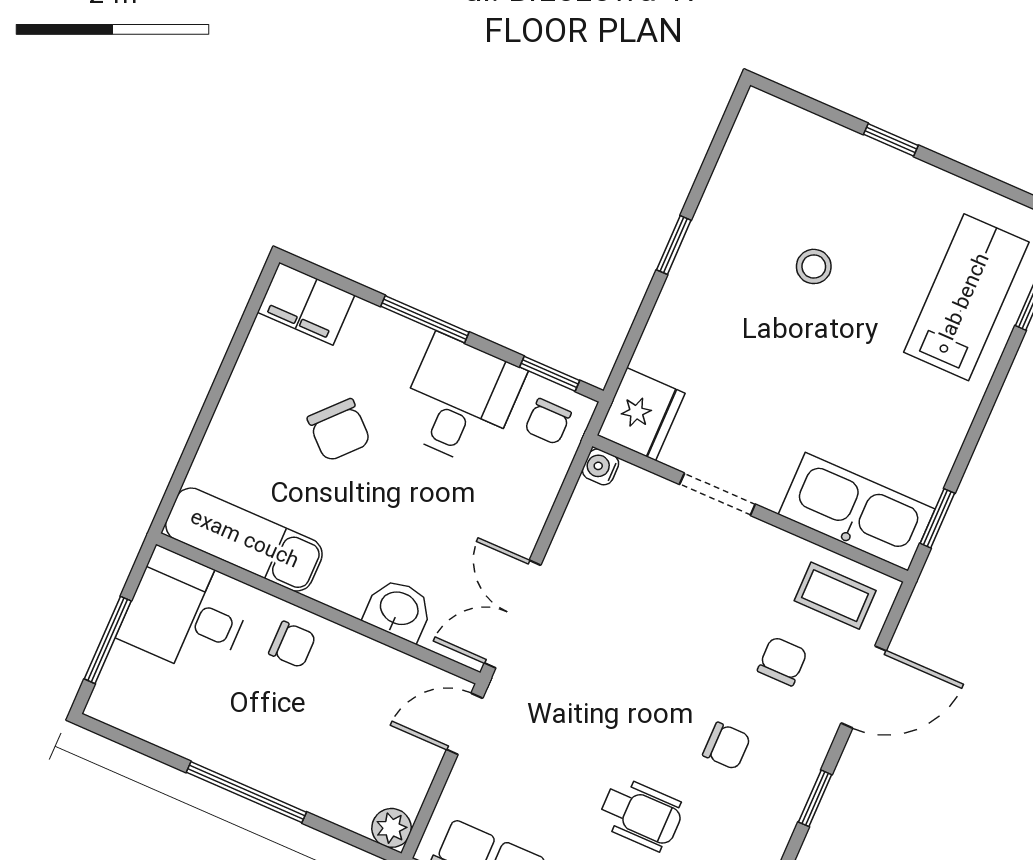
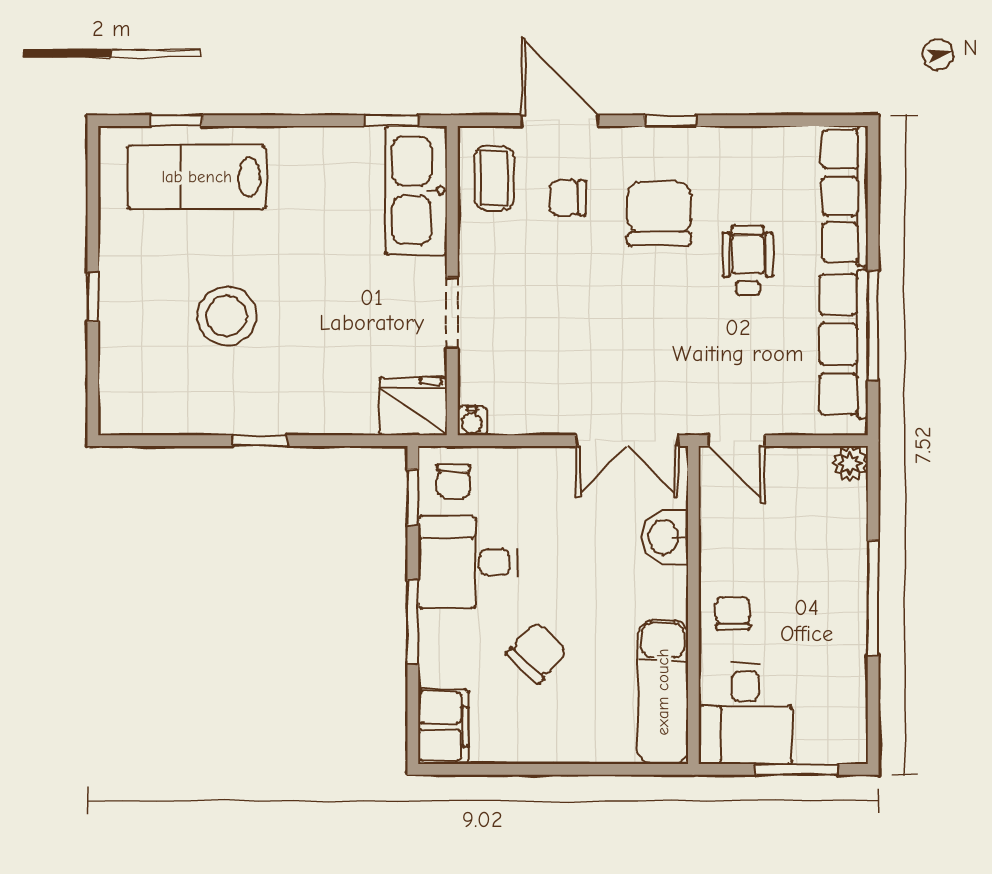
stool: (814, 266) -> (227, 316), width x1.89, depth x1.89
chair: (548, 422) -> (453, 481), turned 90
chair: (727, 746) -> (659, 214), width x1.87, depth x1.87

